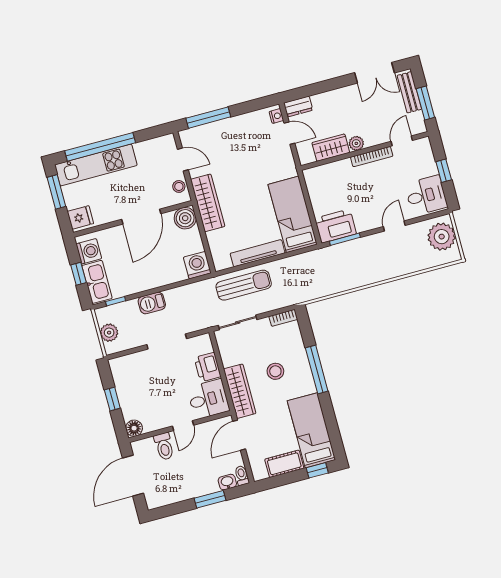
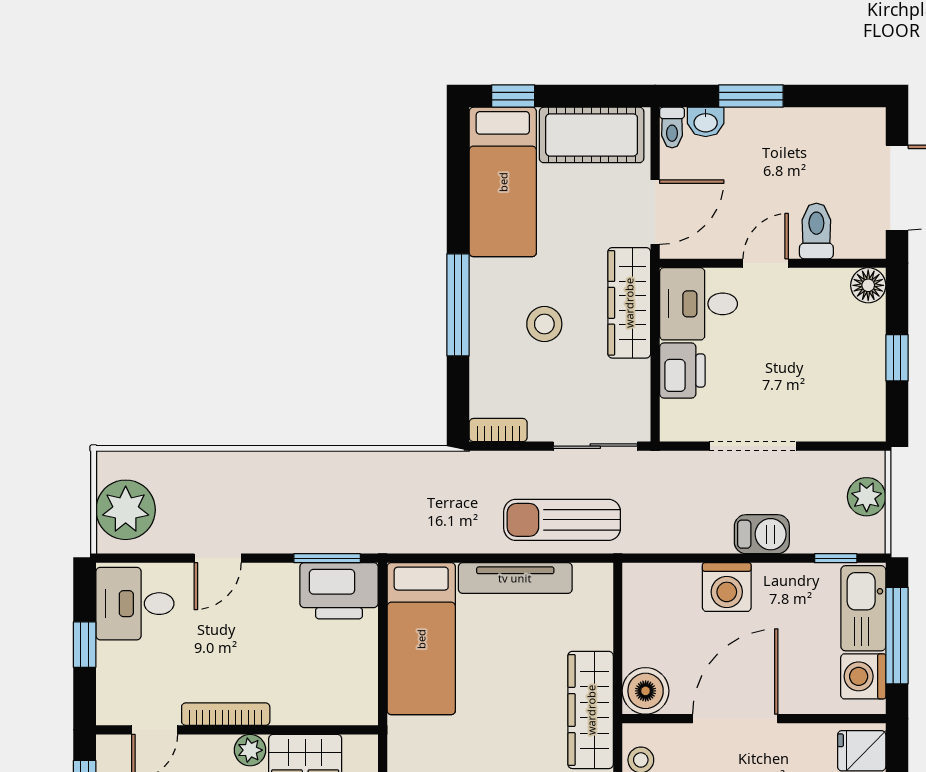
washing machine: (197, 265) -> (727, 587), moved
window: (79, 274) -> (897, 636), width x2.17
cot: (284, 464) -> (592, 135), width x1.37, depth x1.34

